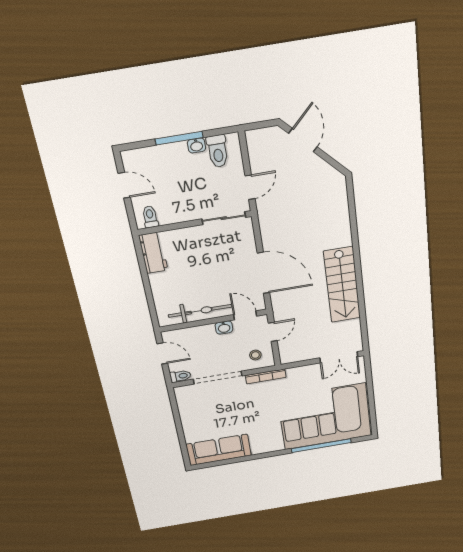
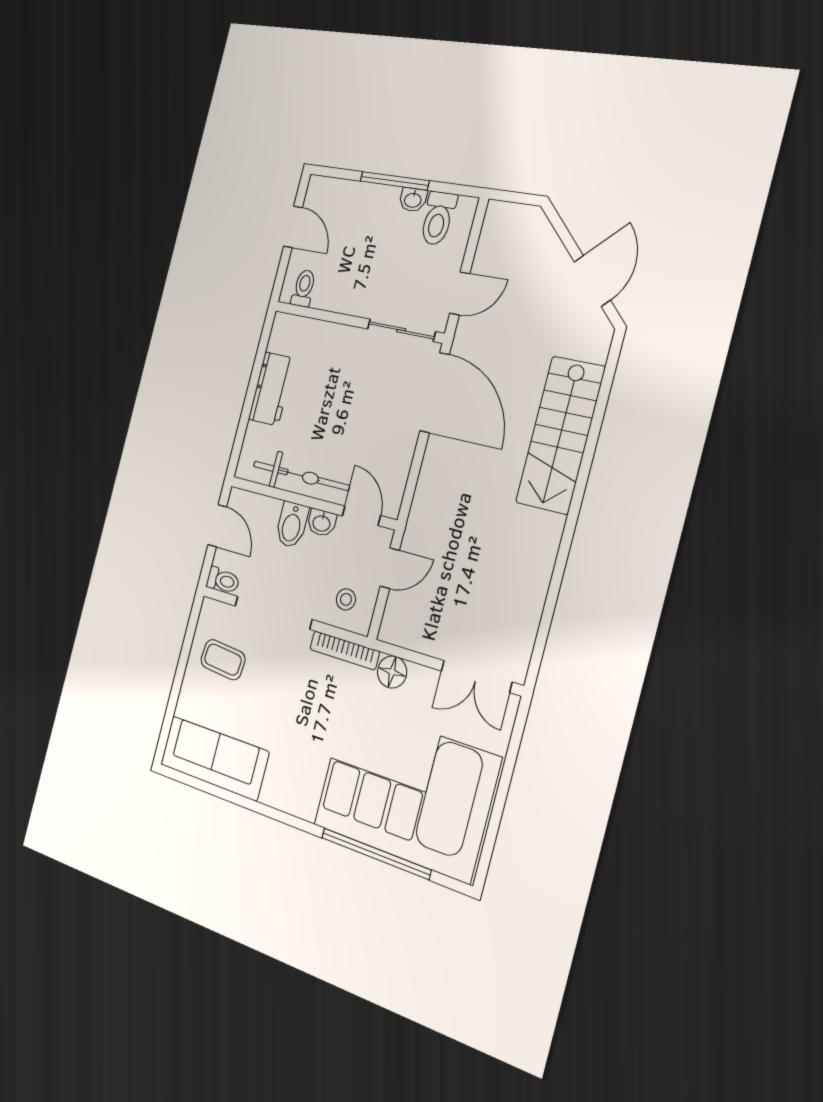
door: (303, 140) -> (592, 281), moved
workbench: (153, 253) -> (272, 389), moved
door: (263, 273) -> (435, 393), moved
stairs: (342, 285) -> (560, 435), moved
bidet: (207, 335) -> (292, 525), added
floor lamp: (295, 374) -> (392, 672), added
coffee table: (200, 409) -> (223, 660), added

